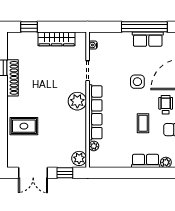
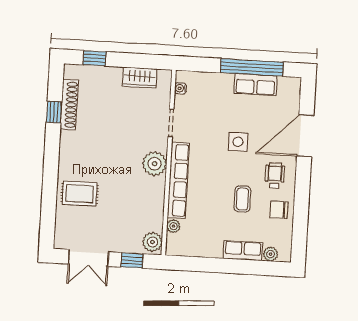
wardrobe: (57, 39) -> (140, 78), width x0.67
shoe rack: (12, 78) -> (69, 105), moved

